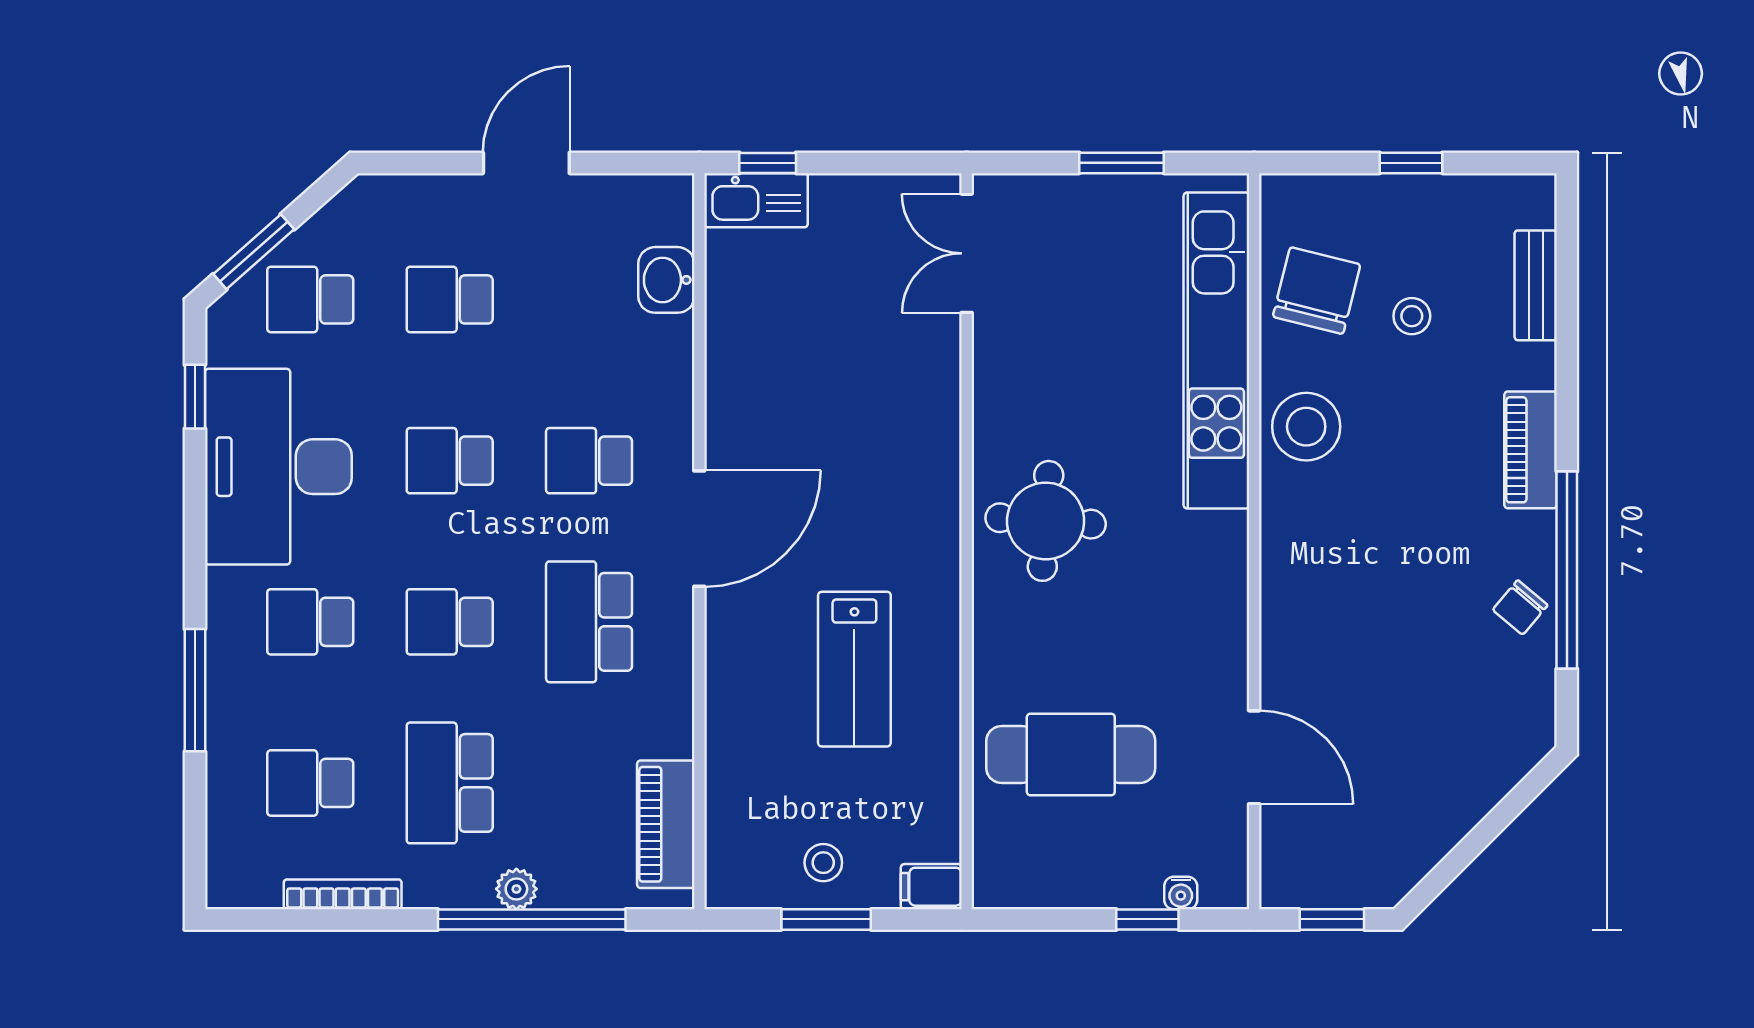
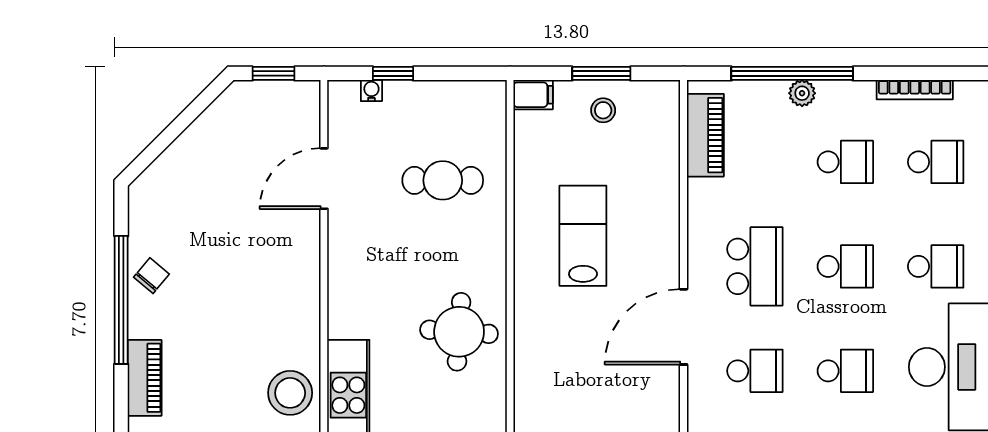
cafe table: (1071, 755) -> (443, 180), width x0.73, depth x0.74
door: (1254, 757) -> (324, 179), hinge flipped
school desk: (450, 783) -> (845, 162), width x0.54

